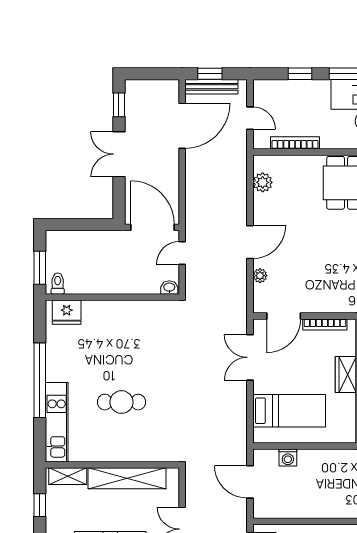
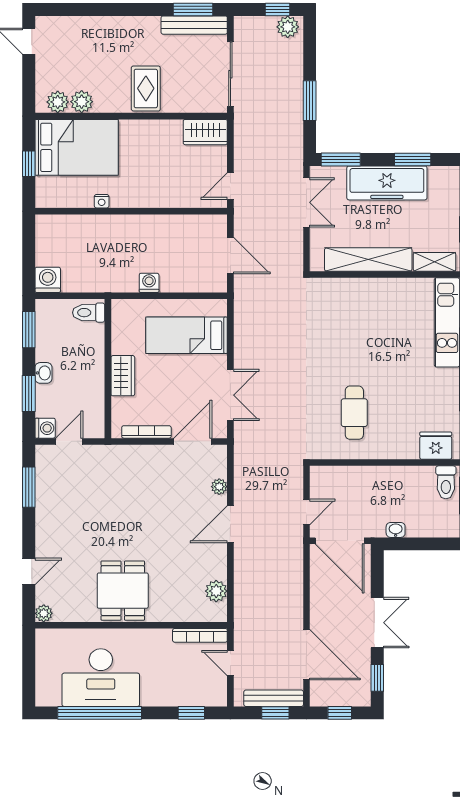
window: (152, 74) -> (340, 713), added
window: (300, 74) -> (191, 713), moved
door: (182, 126) -> (306, 655), swing flipped
bookcase: (295, 143) -> (200, 635), moved
toilet: (58, 284) -> (446, 482), width x1.37, depth x1.39
washbasin: (169, 287) -> (396, 530), moved, turned 180
cafe table: (121, 402) -> (354, 413), moved, turned 90
washing machine: (288, 458) -> (149, 283), moved

